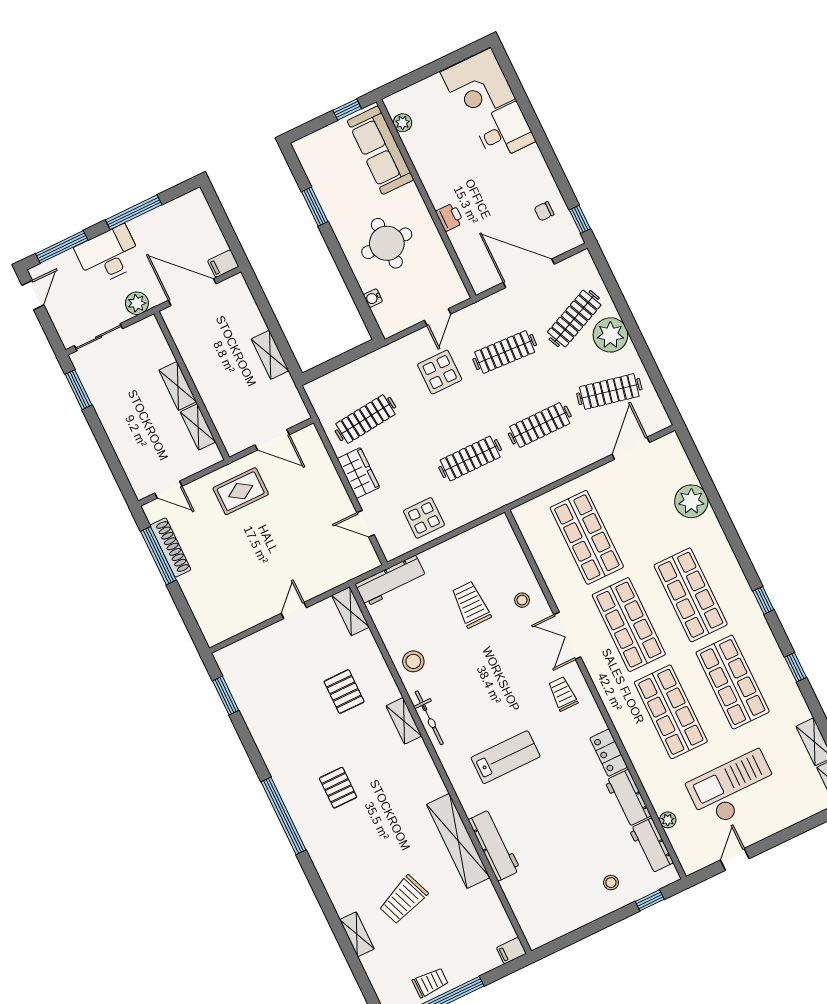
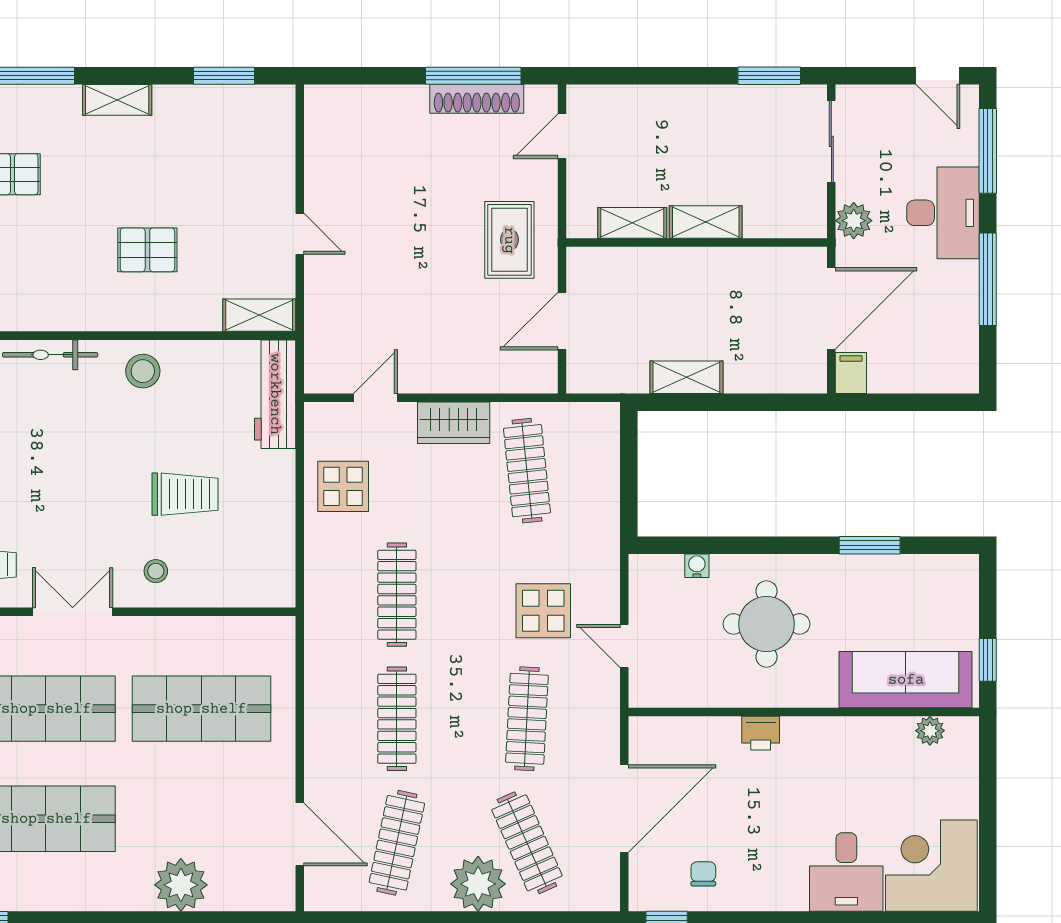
shelving: (404, 721) -> (117, 100), moved

